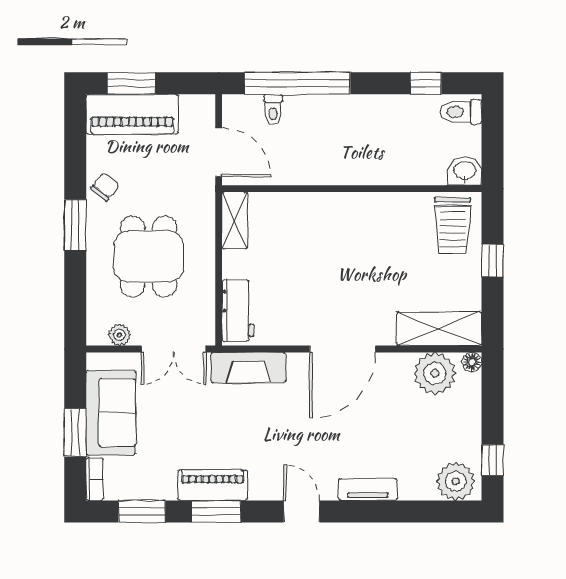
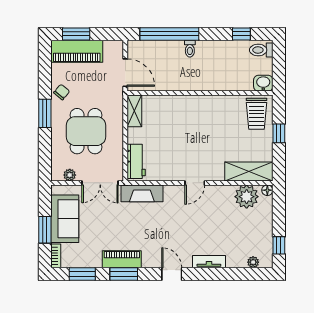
toilet: (273, 109) -> (190, 49), moved
door: (343, 349) -> (195, 183), width x0.53
plant: (456, 481) -> (253, 262), width x0.53, depth x0.53

